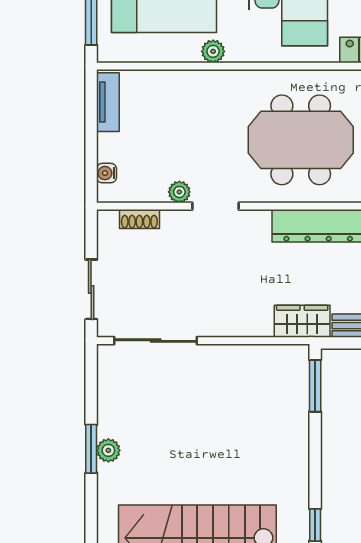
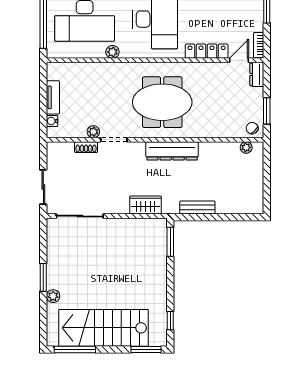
tv unit: (108, 102) -> (53, 97), moved
shoe rack: (139, 219) -> (86, 147), moved
wardrobe: (302, 321) -> (145, 205), moved
plant: (108, 450) -> (53, 296), moved

